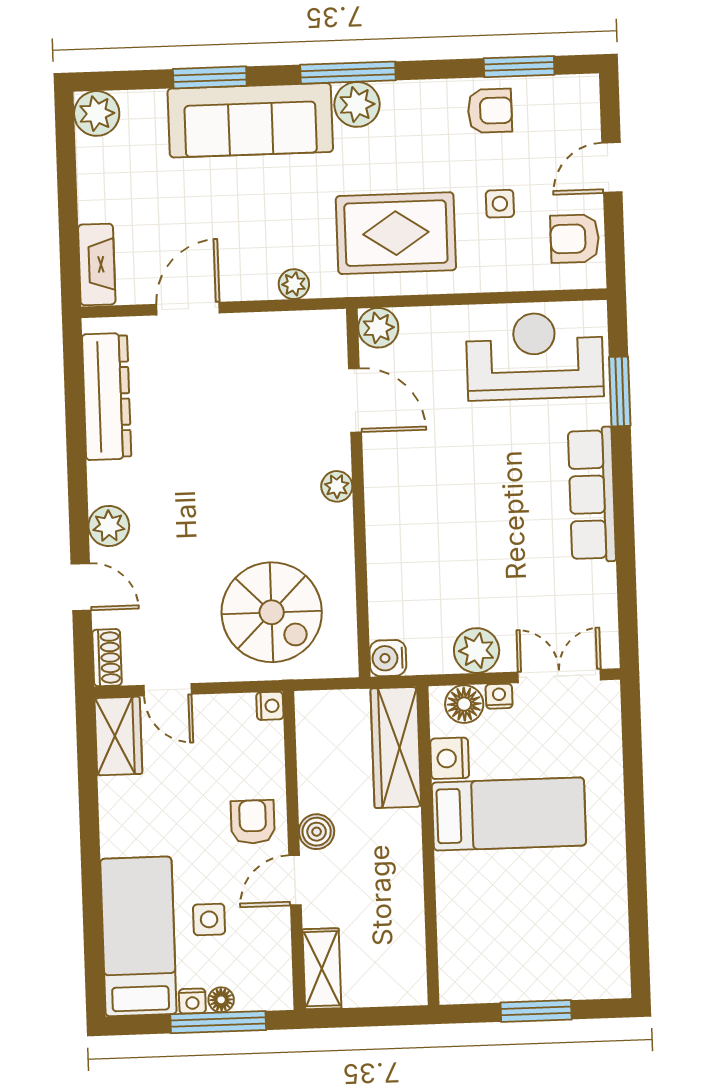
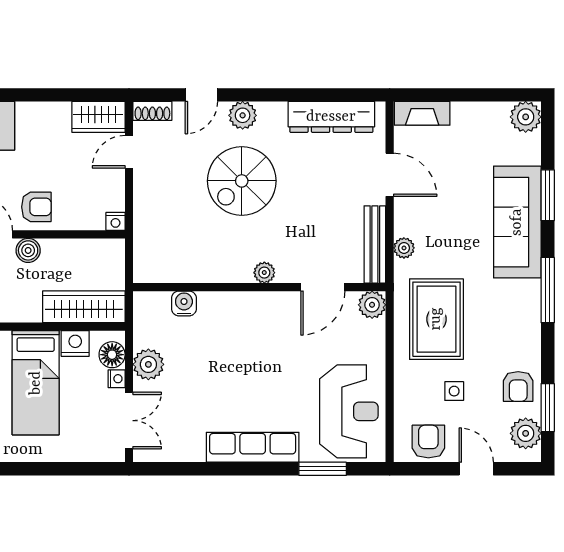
plant: (357, 104) -> (526, 433), moved
bench: (290, 327) -> (375, 244), added
spiral stairs: (272, 612) -> (242, 181), moved
water cooler: (388, 658) -> (184, 303), moved

